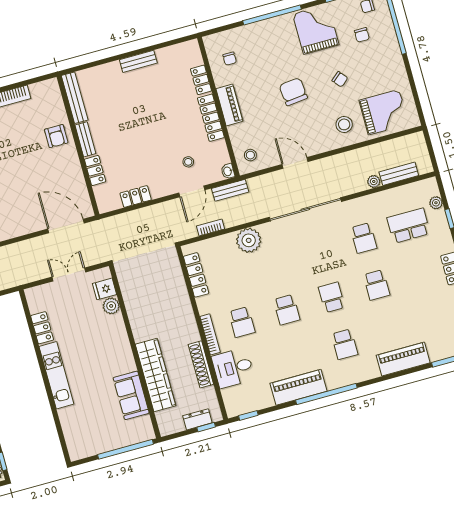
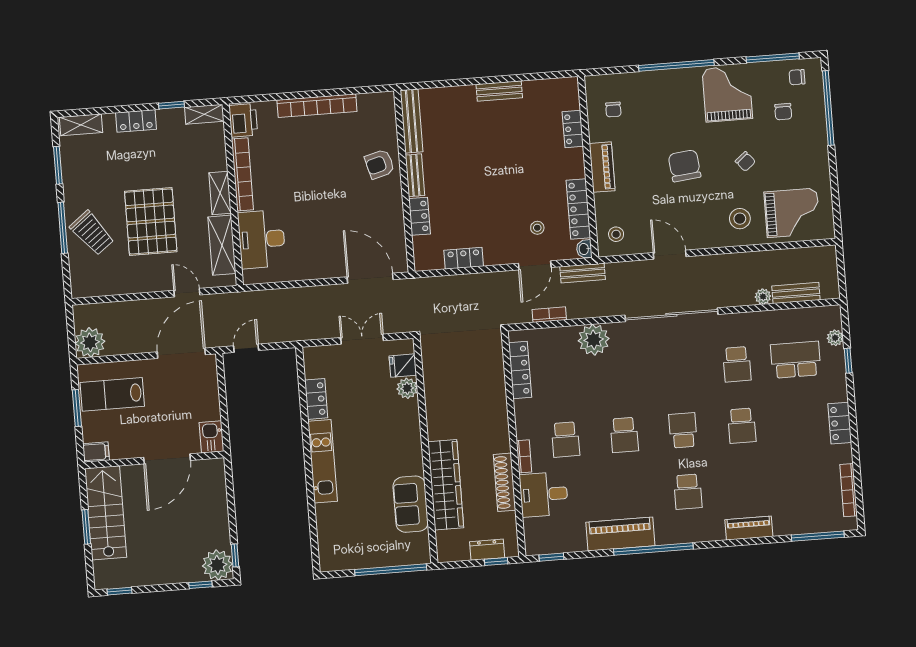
locker: (211, 118) -> (578, 209), moved
armchair: (56, 136) -> (379, 164), turned 75
bookcase: (210, 334) -> (524, 456), width x0.64
piano: (403, 359) -> (749, 528), width x0.73, depth x0.75

